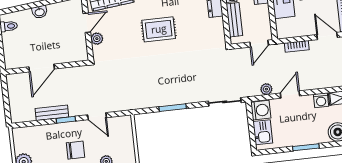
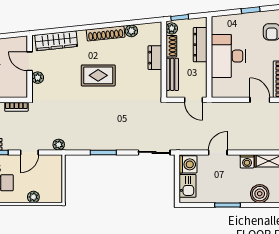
door: (87, 23) -> (30, 61), swing flipped
door: (259, 44) -> (194, 100), hinge flipped
bookcase: (297, 46) -> (16, 107), moved
plant: (266, 89) -> (59, 145), moved
door: (97, 116) -> (29, 152), hinge flipped

